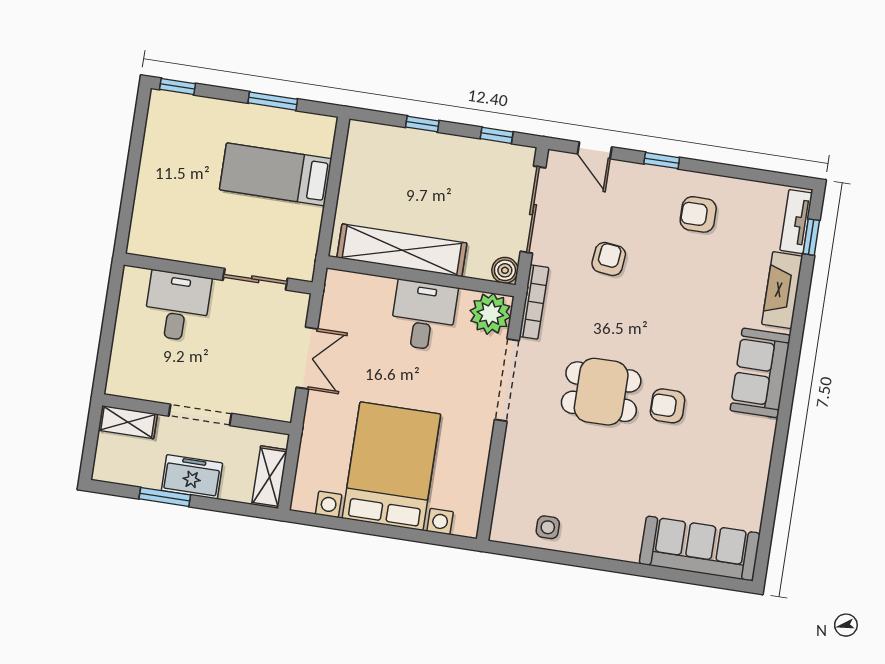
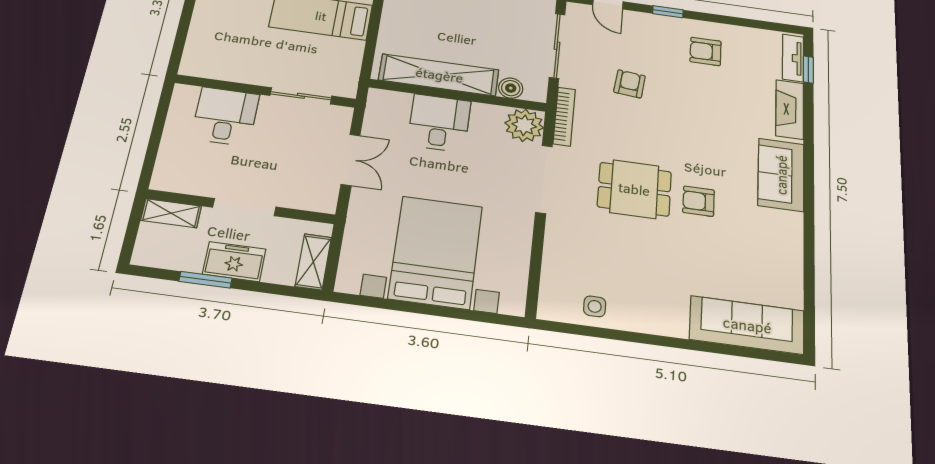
boiler: (505, 270) -> (511, 88), moved
desk: (424, 315) -> (439, 123), moved

